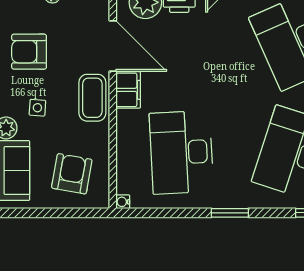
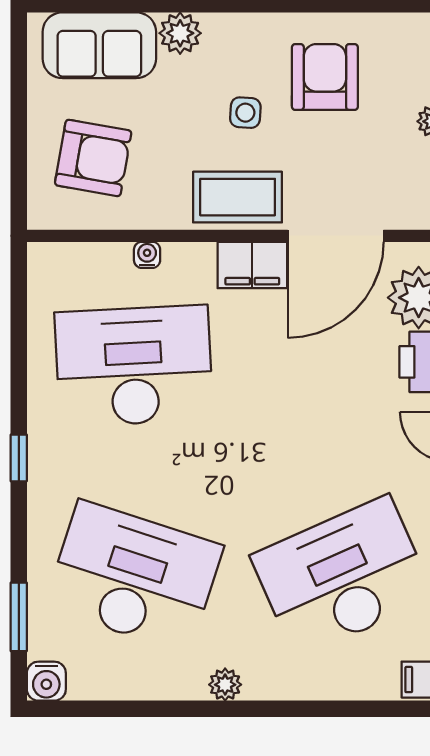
side table: (37, 108) -> (245, 113), moved
water cooler: (123, 202) -> (147, 255), moved
window: (230, 213) -> (19, 458), width x0.67

